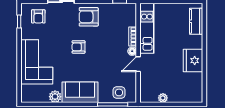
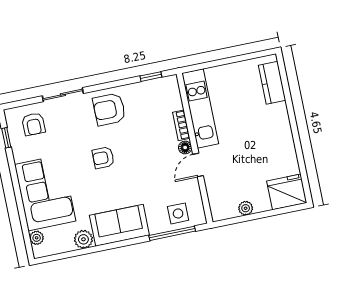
fridge: (193, 61) -> (287, 192), moved, turned 90
plant: (25, 89) -> (37, 238), added

